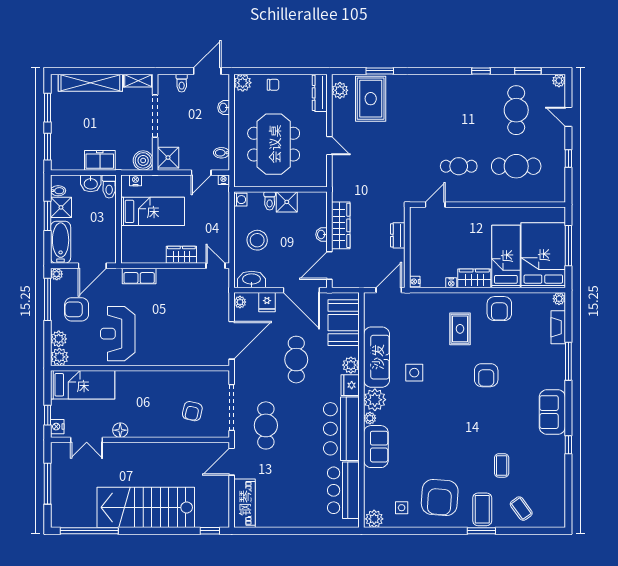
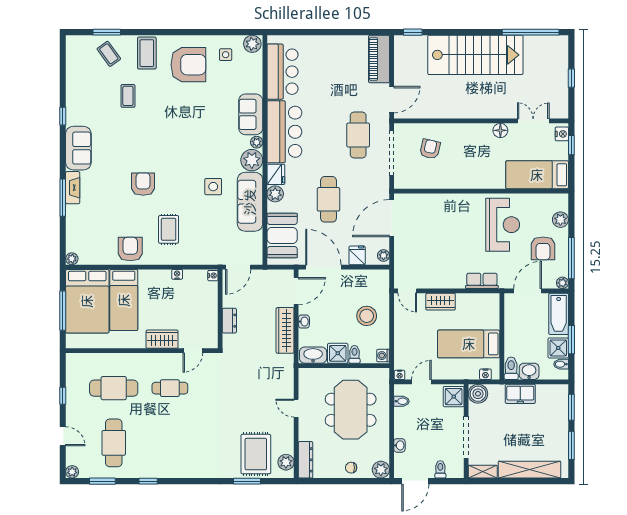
wardrobe: (474, 278) -> (162, 339), moved, turned 180
washbasin: (252, 279) -> (313, 355), moved, turned 180
armchair: (77, 309) -> (543, 248), turned 90
fireplace: (558, 327) -> (73, 188), moved
plant: (59, 357) -> (560, 202), removed
window: (48, 484) -> (571, 78), width x0.46
armchair: (440, 498) -> (188, 65), turned 86
window: (481, 531) -> (107, 32), moved

